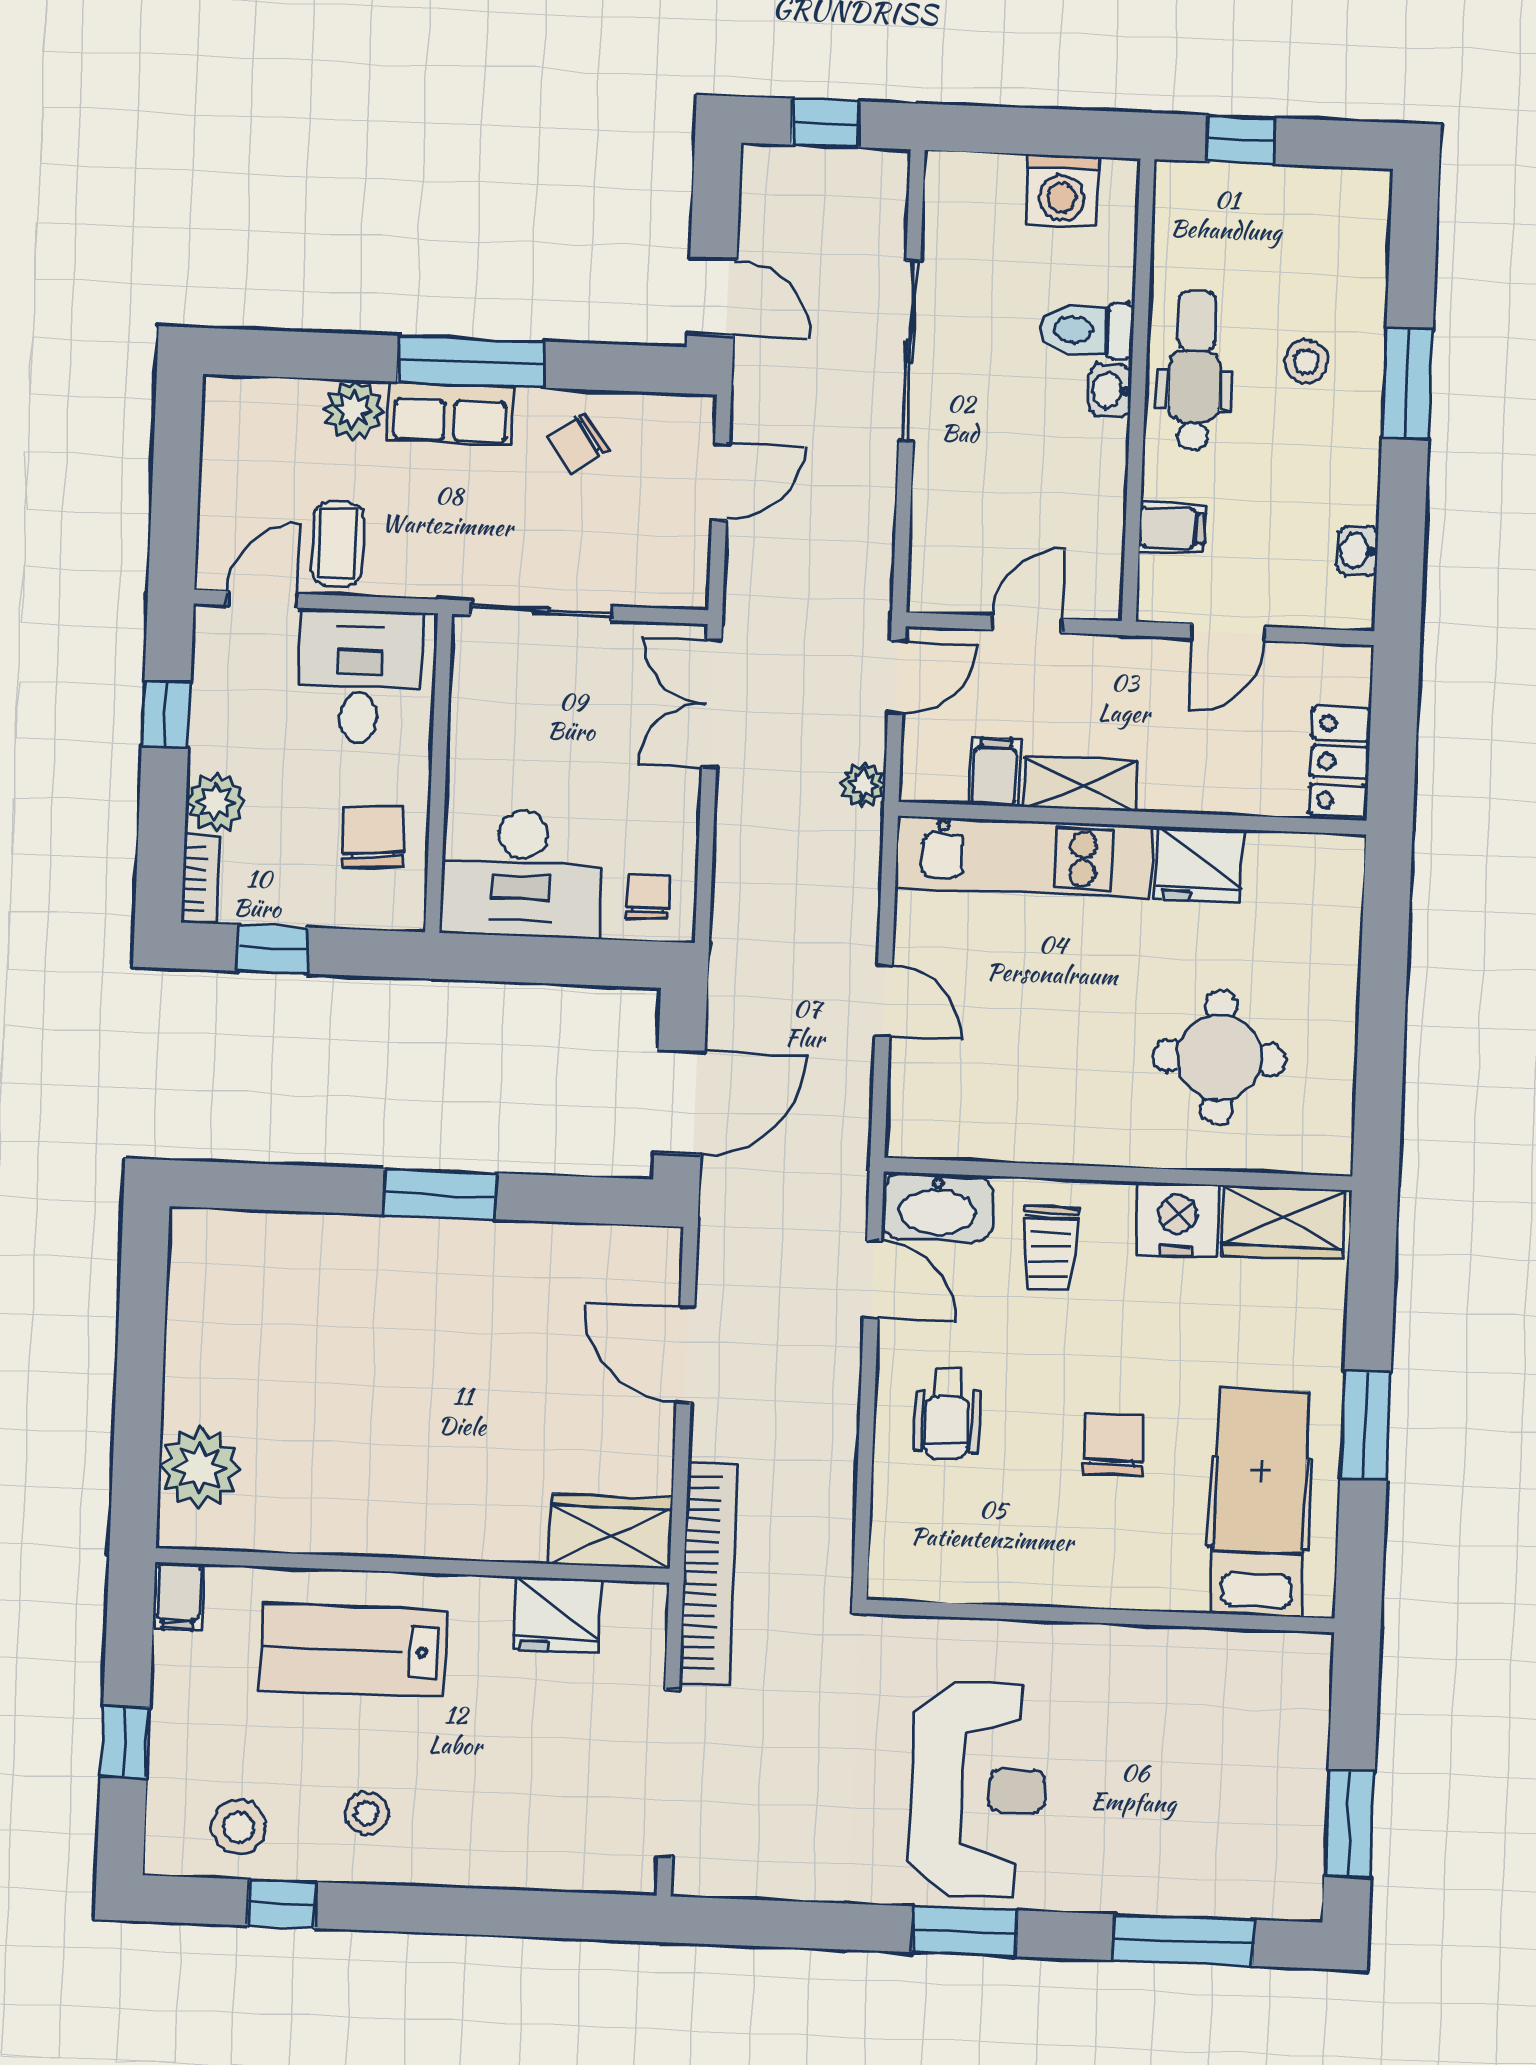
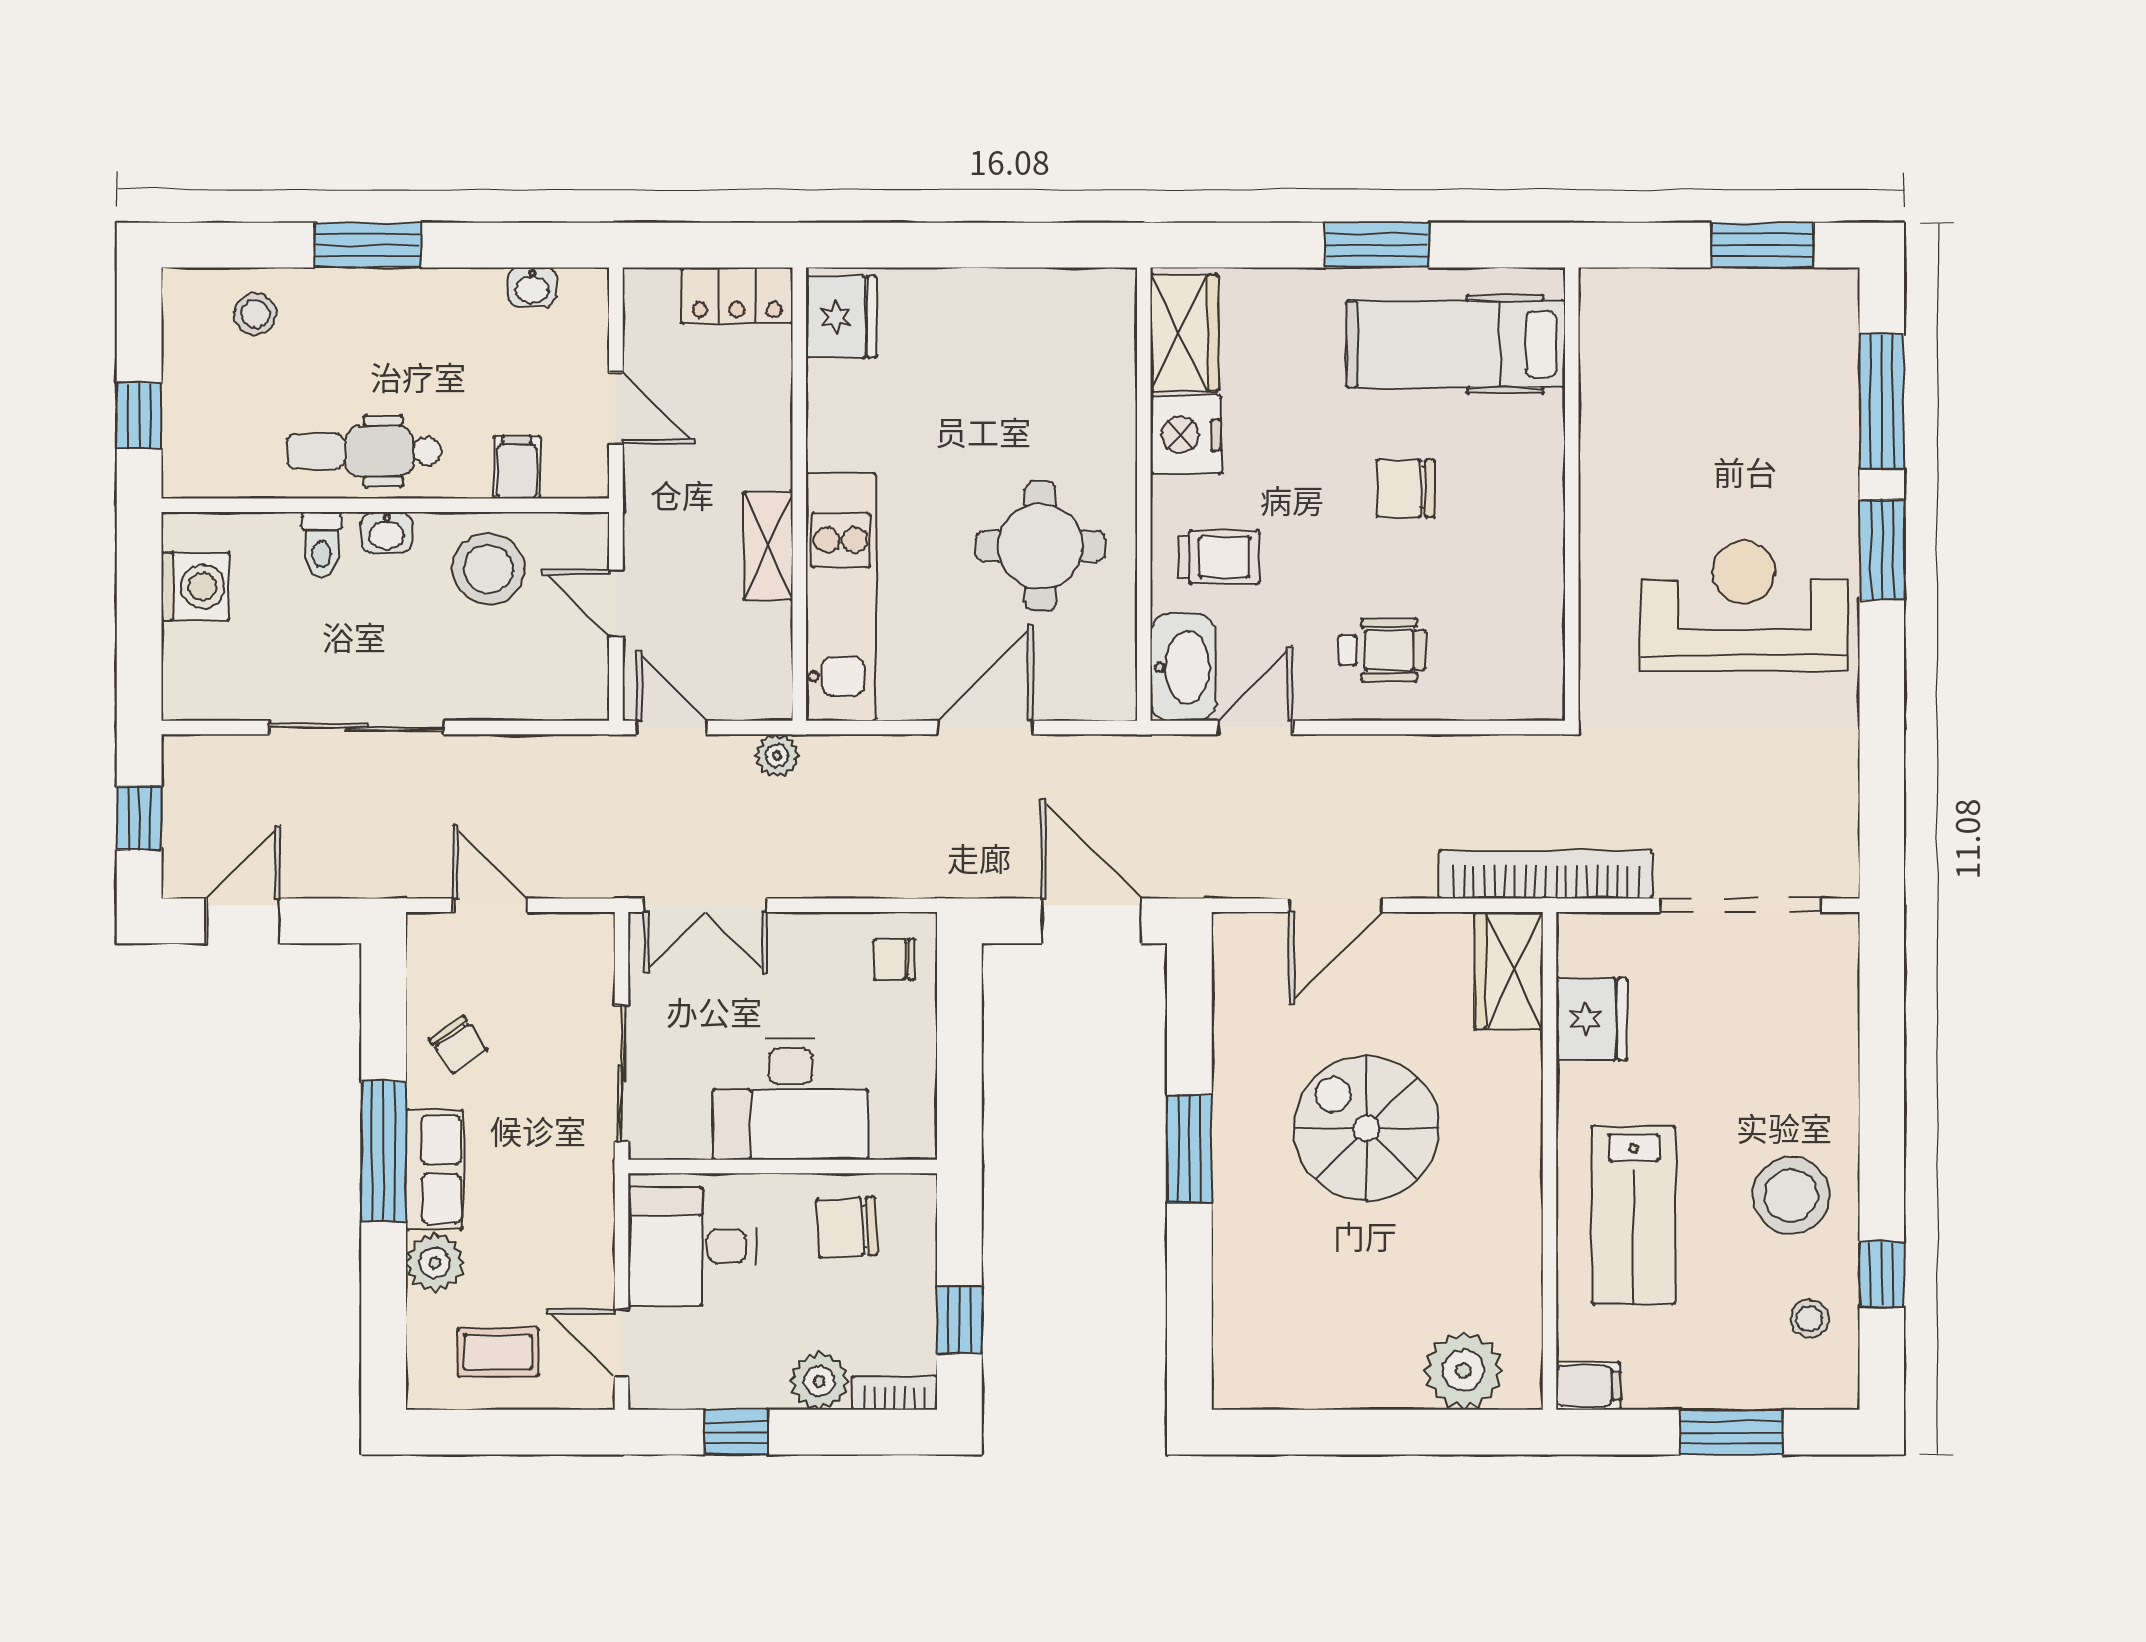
door: (712, 297) -> (243, 921), moved
toilet: (1087, 330) -> (322, 545), width x0.73, depth x0.72
stool: (1306, 362) -> (255, 314), moved
stool: (1068, 494) -> (489, 569), added
coffee table: (338, 544) -> (498, 1352), moved
filing cabinet: (995, 772) -> (760, 629), removed
fridge: (1199, 864) -> (841, 317), moved
desk: (522, 873) -> (791, 1099), moved, turned 90
door: (884, 1001) -> (985, 727), width x1.38
round table: (1219, 1058) -> (1040, 546), moved
spiral stairs: (454, 1378) -> (1367, 1128), added
window: (125, 1742) -> (1731, 1432), width x1.50
stool: (367, 1813) -> (1791, 1196), width x1.89, depth x1.89
stool: (239, 1827) -> (1809, 1319), width x0.73, depth x0.73
window: (965, 1931) -> (1882, 550), moved

